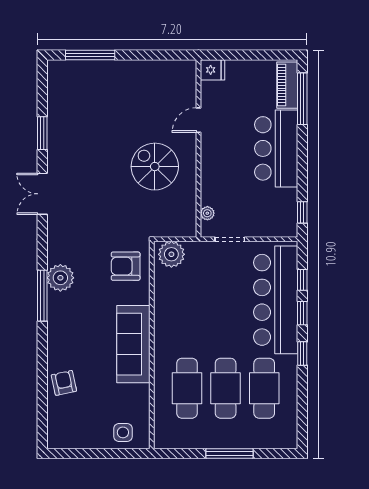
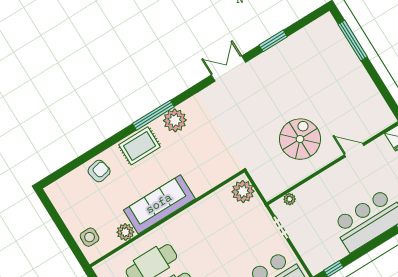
armchair: (126, 266) -> (213, 163), removed
rug: (64, 328) -> (140, 146), added
plant: (140, 394) -> (125, 232), added

